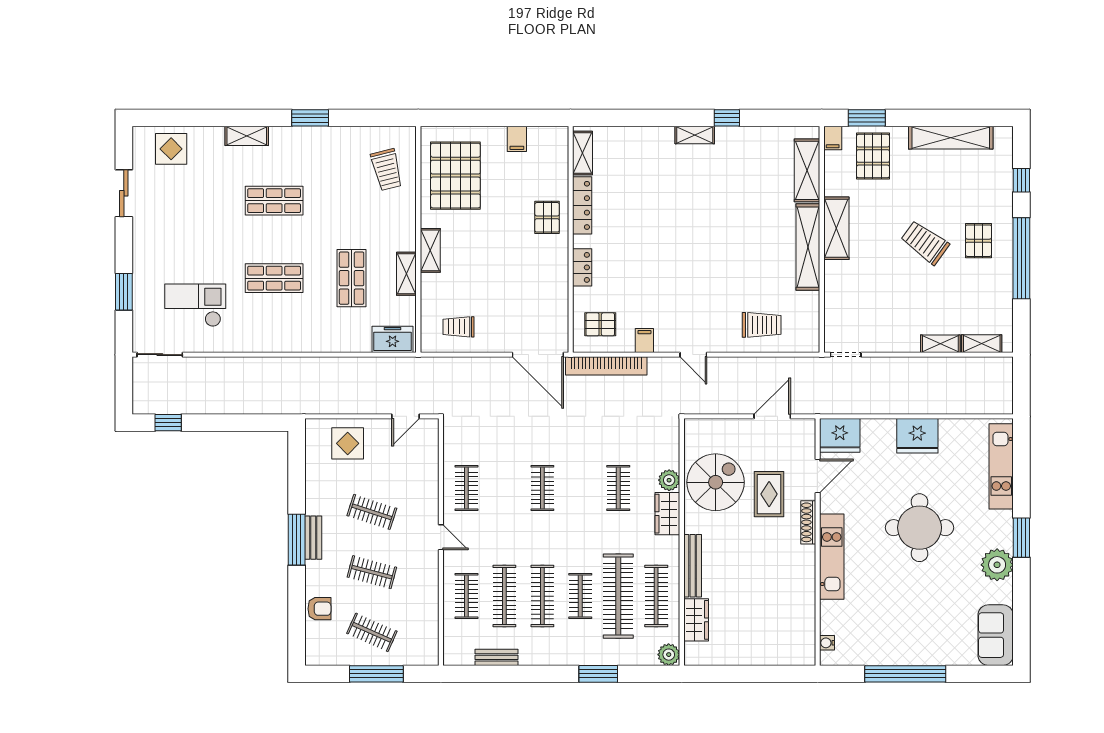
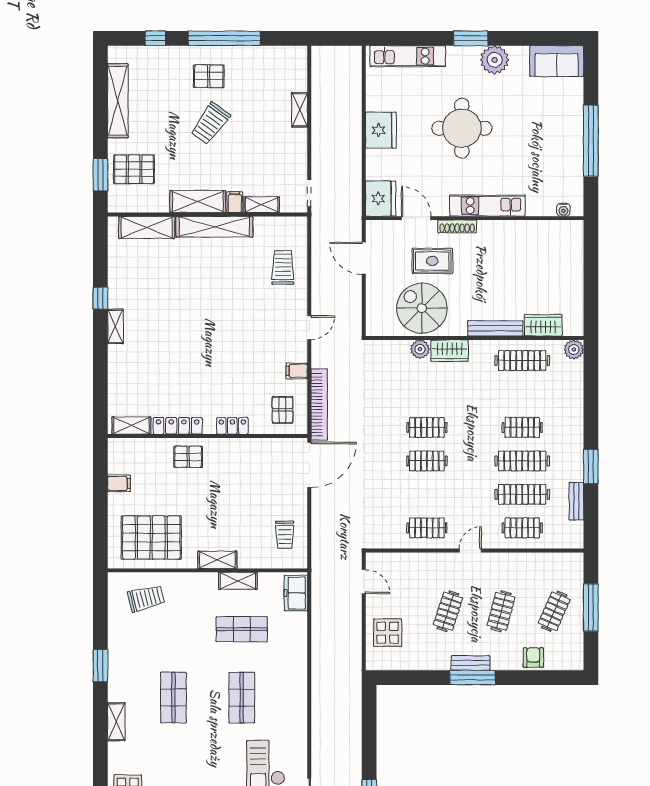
filing cabinet: (833, 138) -> (235, 202), moved, turned -90
shelving: (982, 344) -> (262, 205), moved, turned 90
clothes rail: (618, 488) -> (427, 427), moved
clothes rail: (618, 596) -> (522, 394), removed
window: (598, 674) -> (591, 466), moved

